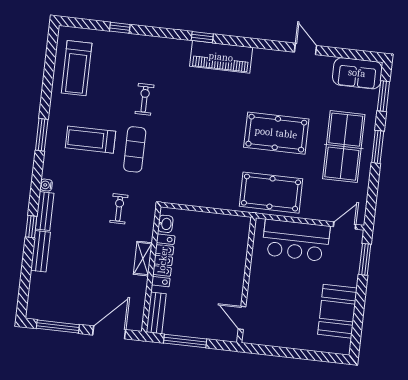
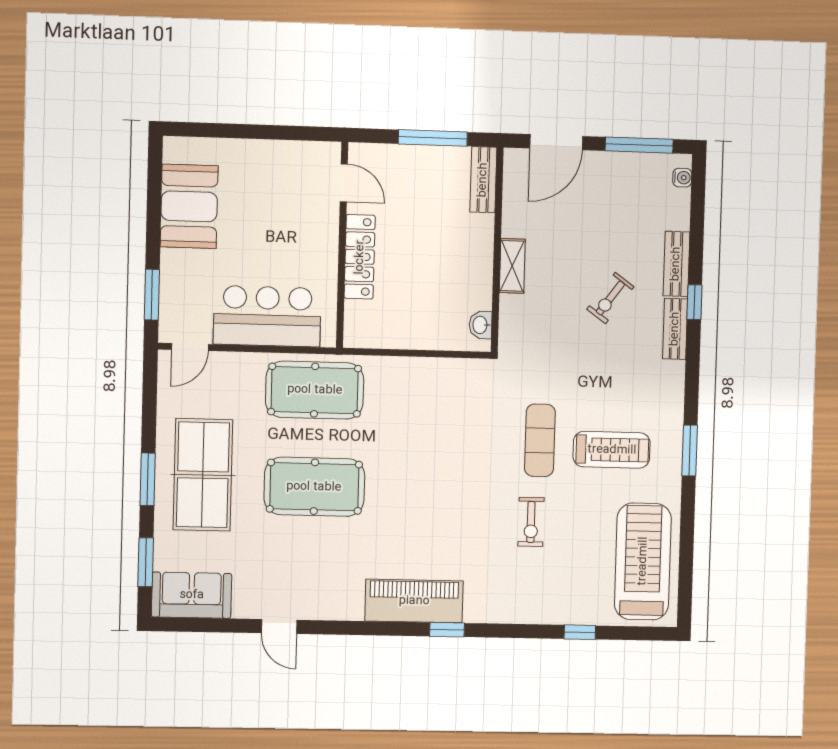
treadmill: (77, 68) -> (643, 561), width x1.37, depth x1.38
water cooler: (46, 185) -> (682, 178), moved
exercise bike: (119, 209) -> (610, 298), moved, turned 36
locker: (163, 260) -> (360, 257), moved, turned 180

